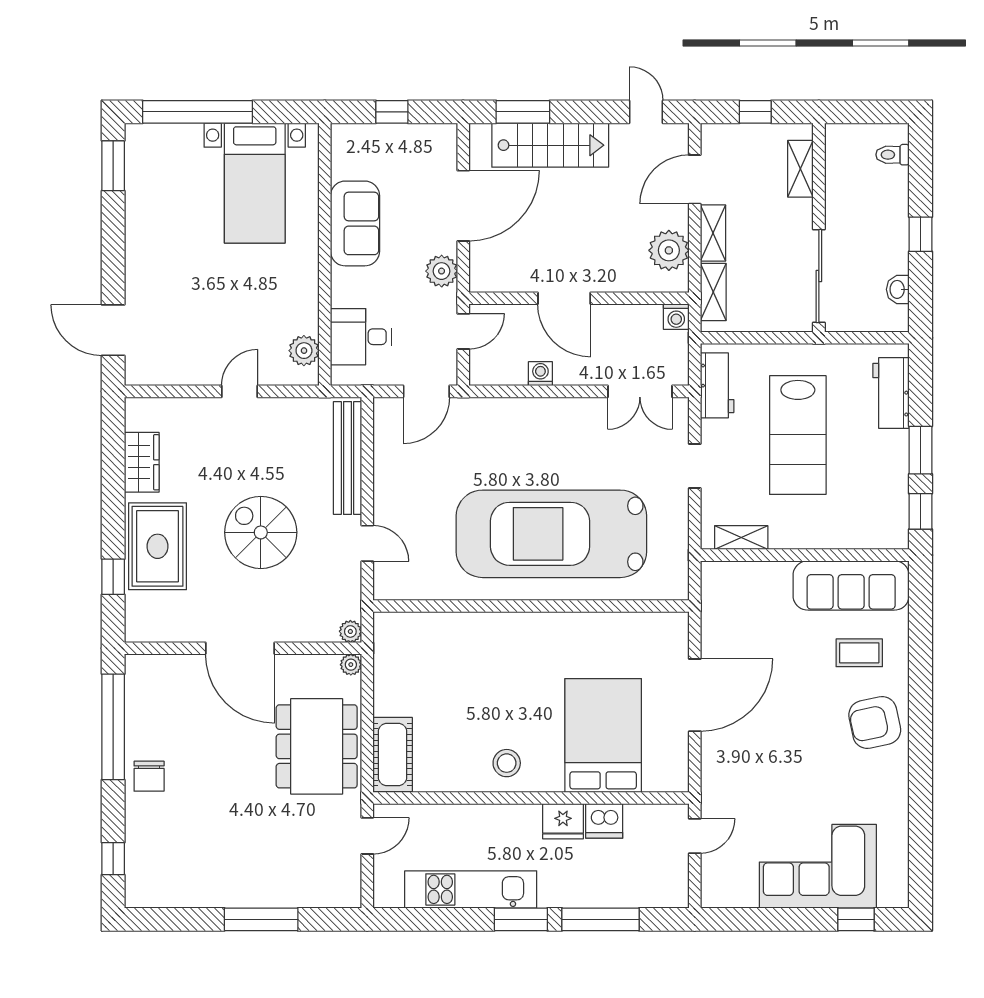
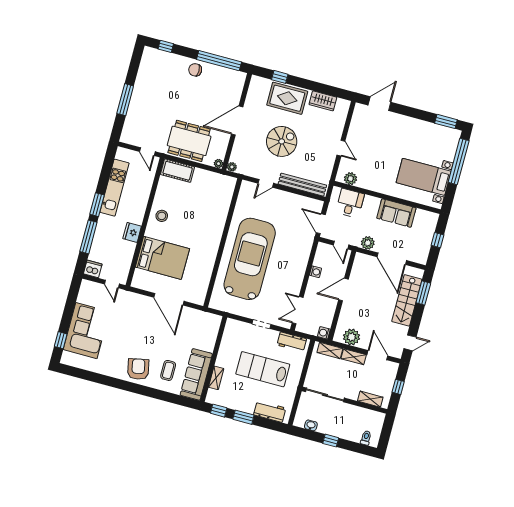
shelving: (741, 538) -> (216, 378), moved
dishwasher: (604, 821) -> (93, 269), moved, turned 90

